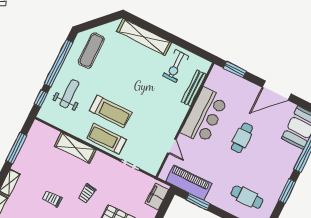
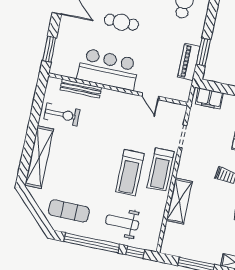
treadmill: (111, 112) -> (130, 173), turned 180
door: (172, 146) -> (150, 96), swing flipped
piano: (189, 182) -> (189, 62), width x0.73, depth x0.75

